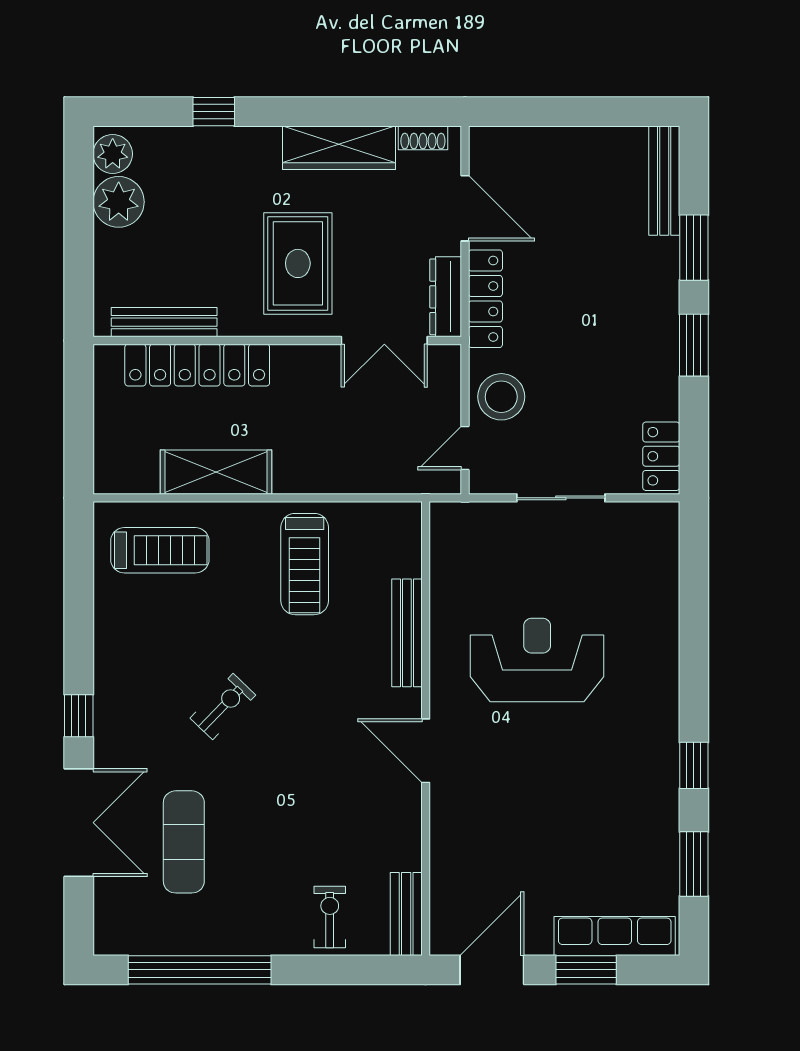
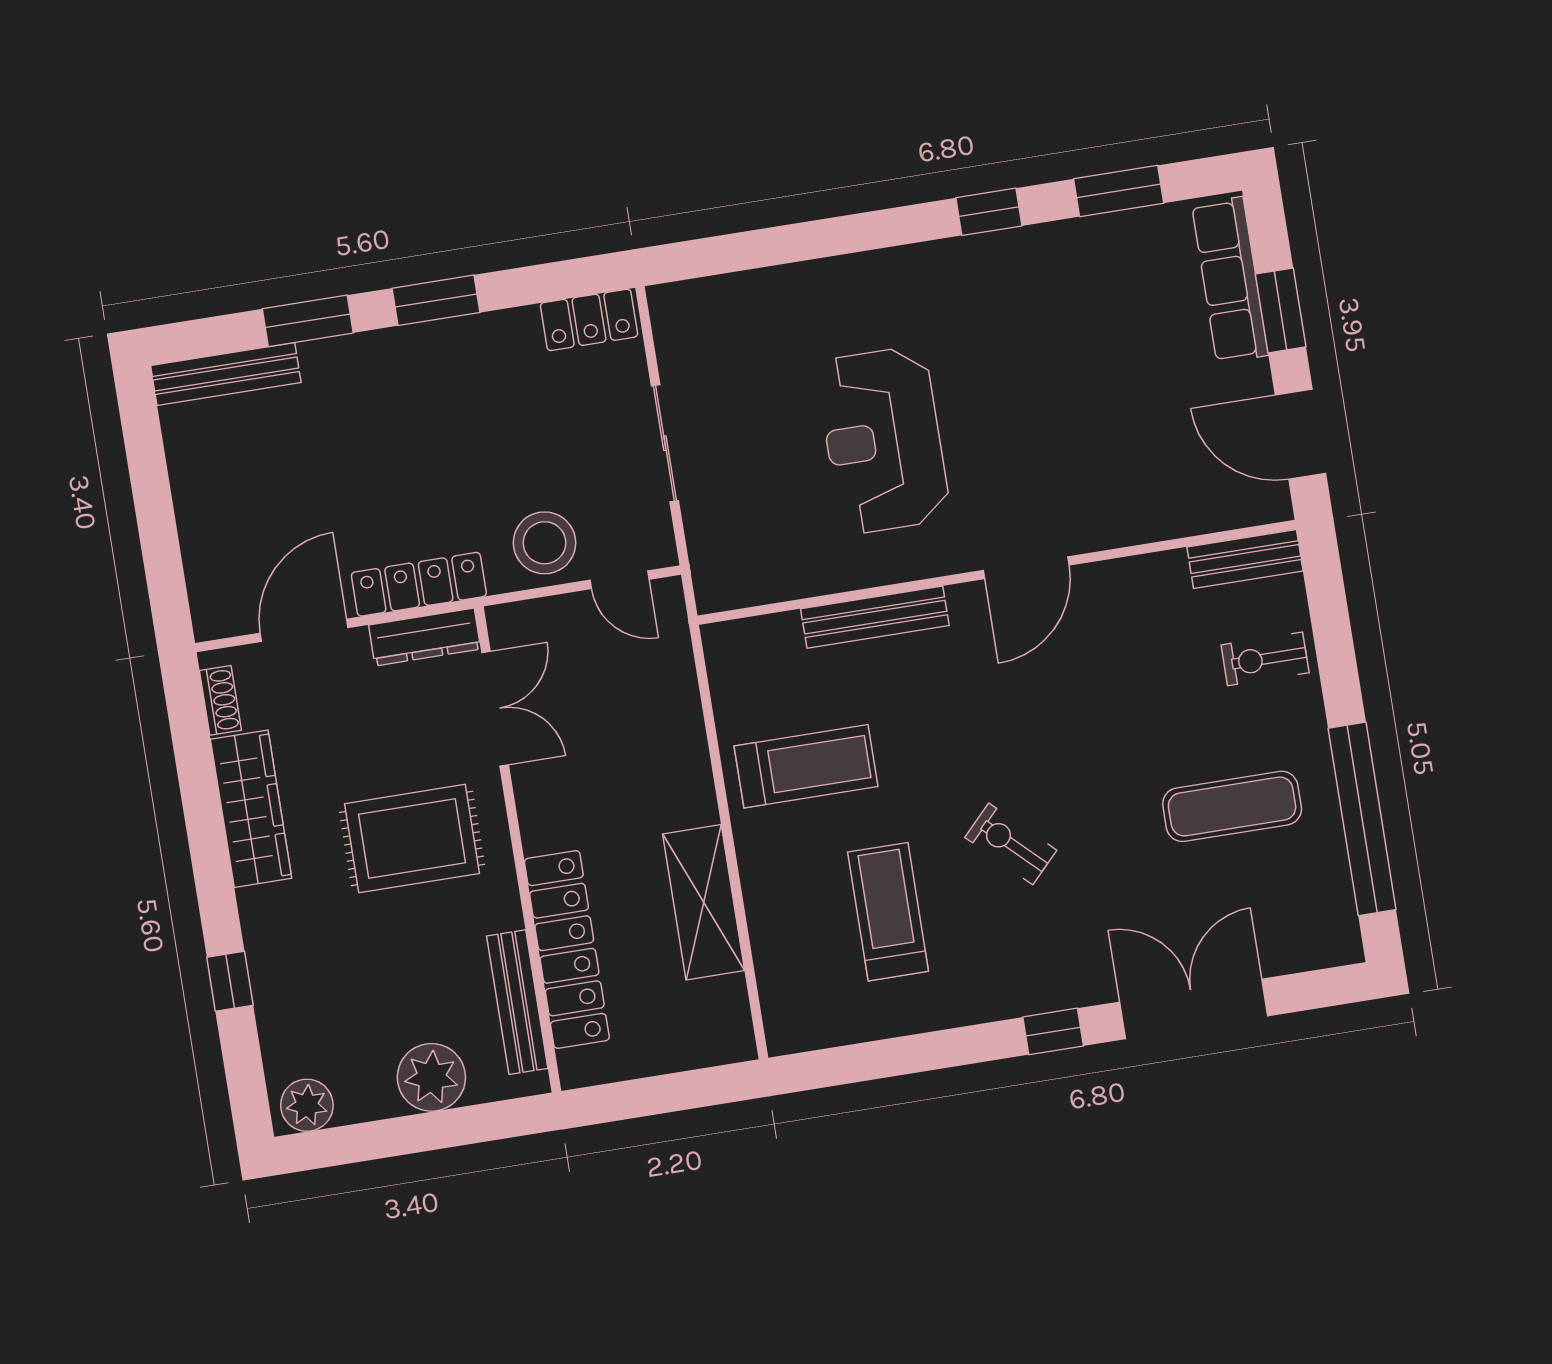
plant: (119, 202) -> (431, 1077), moved
treadmill: (160, 550) -> (888, 912), moved
exercise mat: (184, 842) -> (1232, 806), moved

